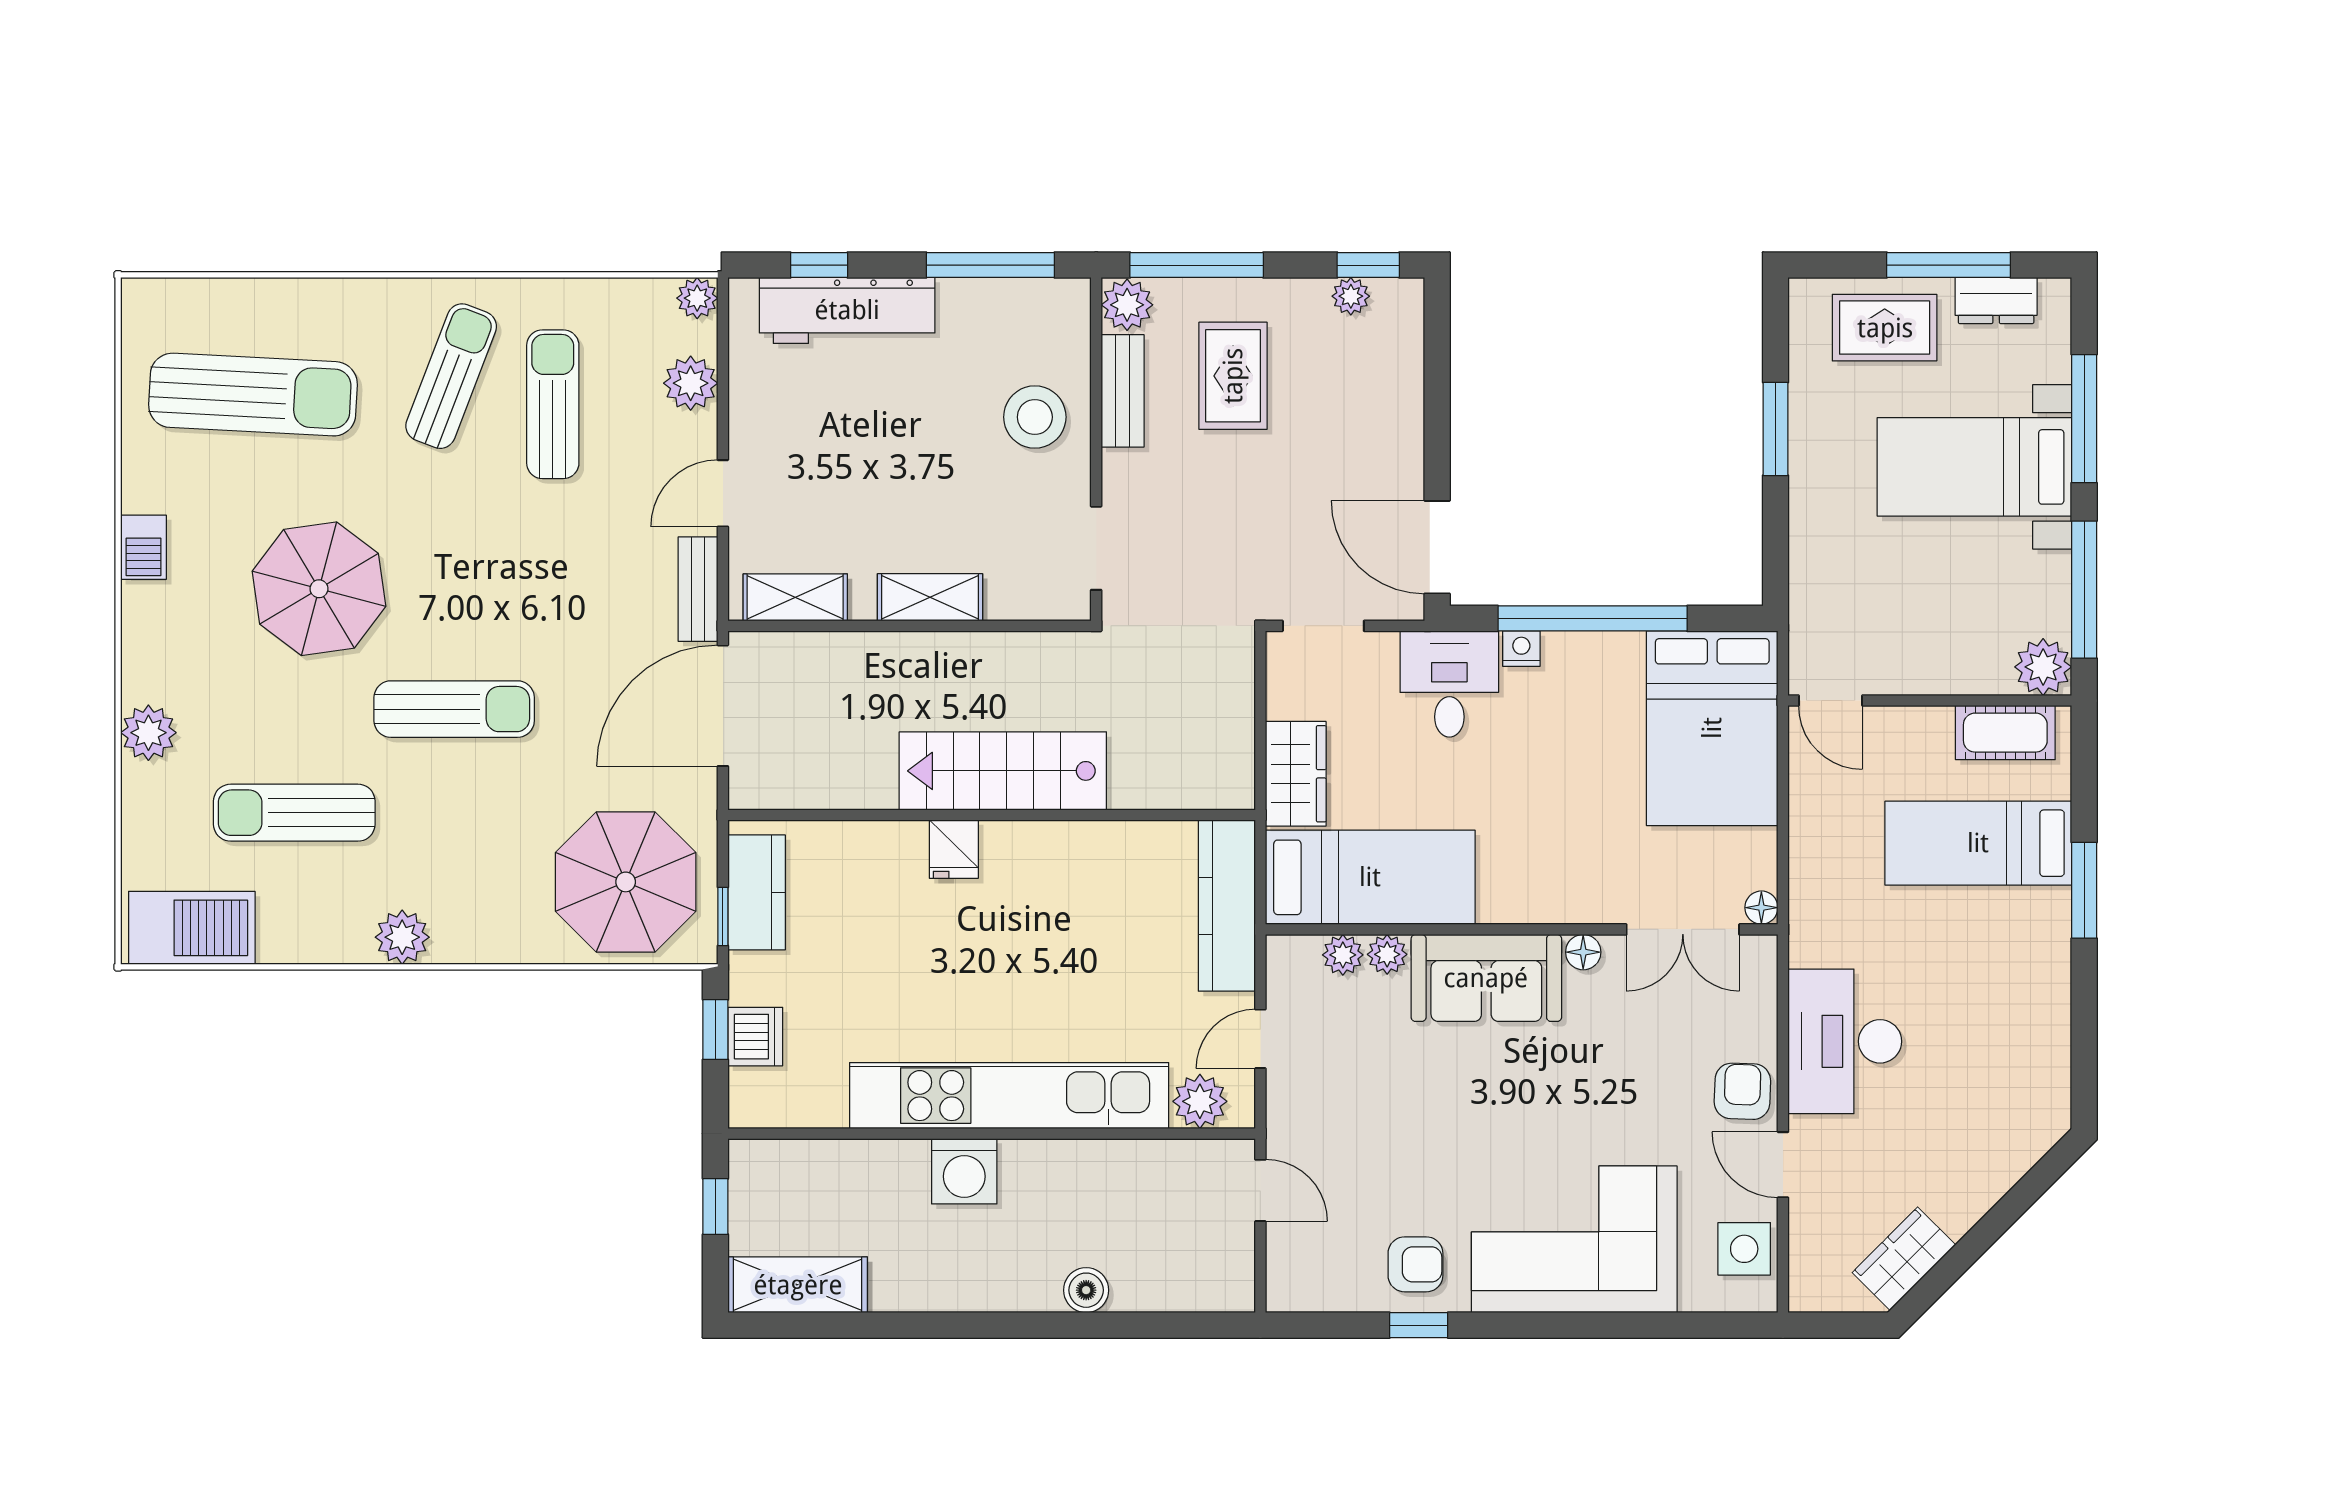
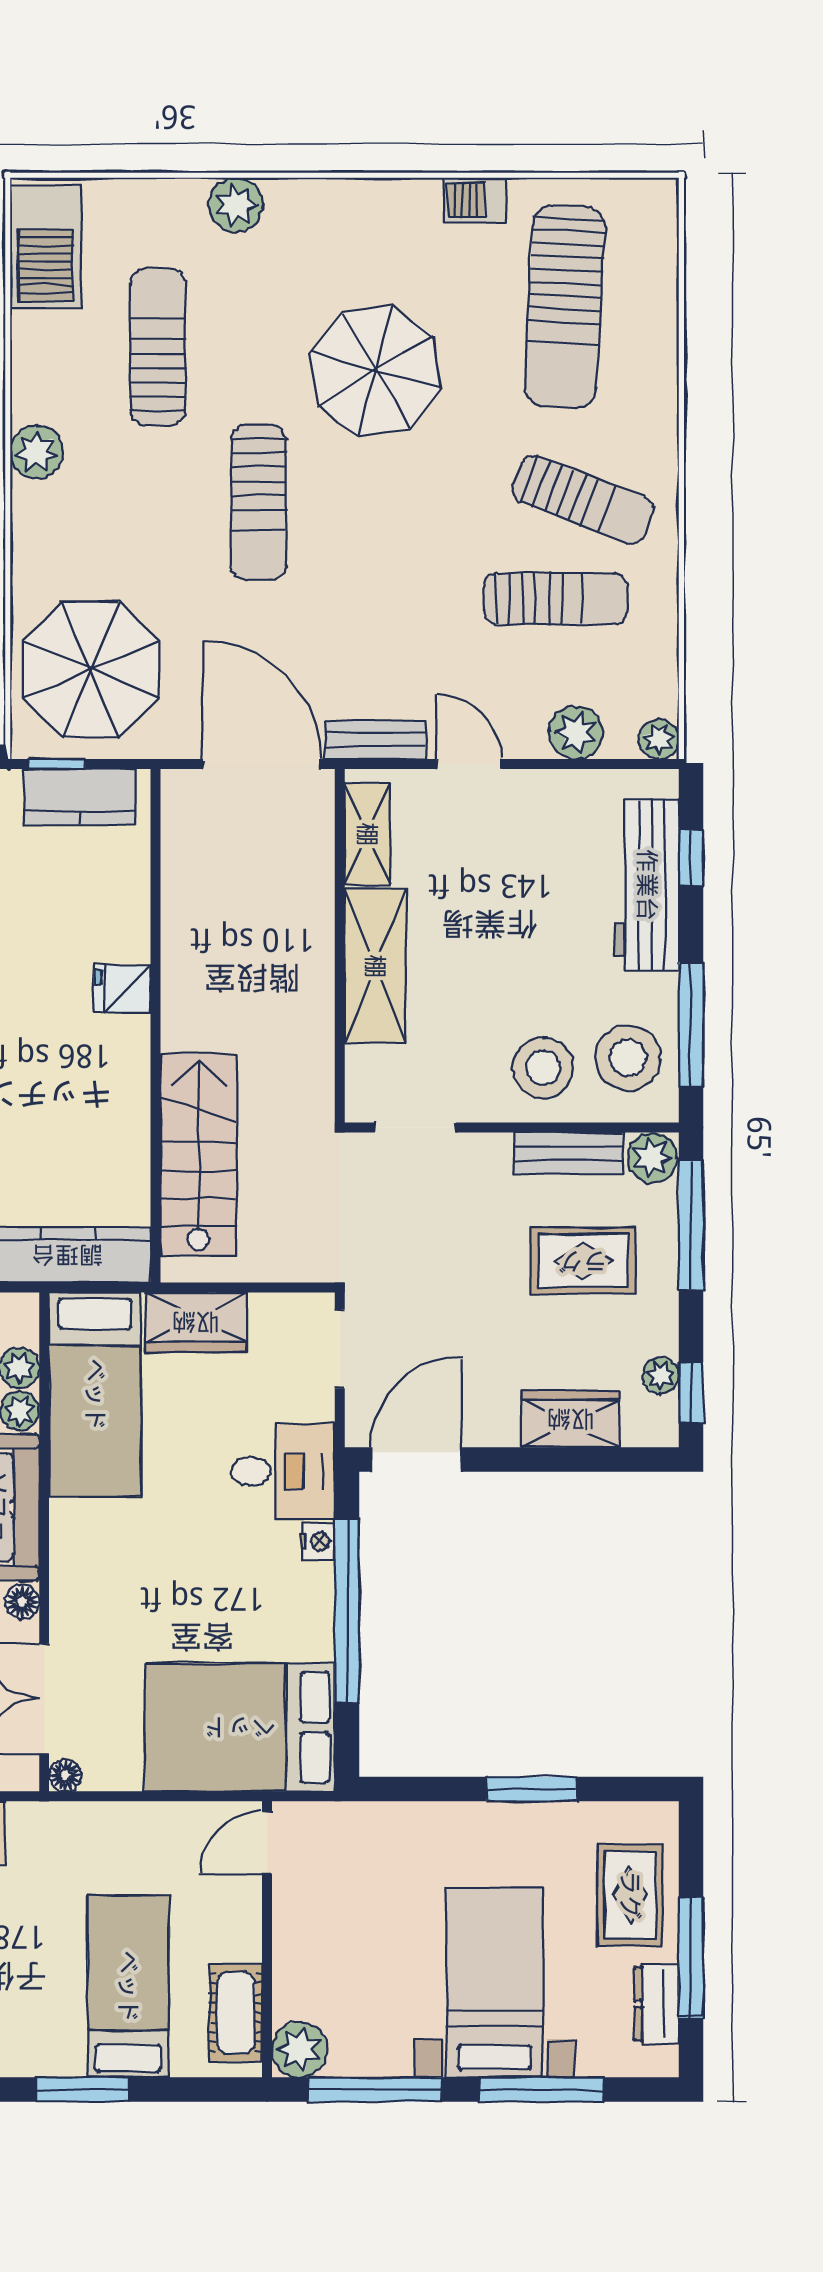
stool: (1025, 330) -> (628, 1058), added
wardrobe: (1396, 389) -> (571, 1419), added
barbecue: (143, 547) -> (475, 200), moved
shelving: (930, 597) -> (375, 966), width x1.50, depth x1.33
stairs: (1003, 771) -> (198, 1154), moved

